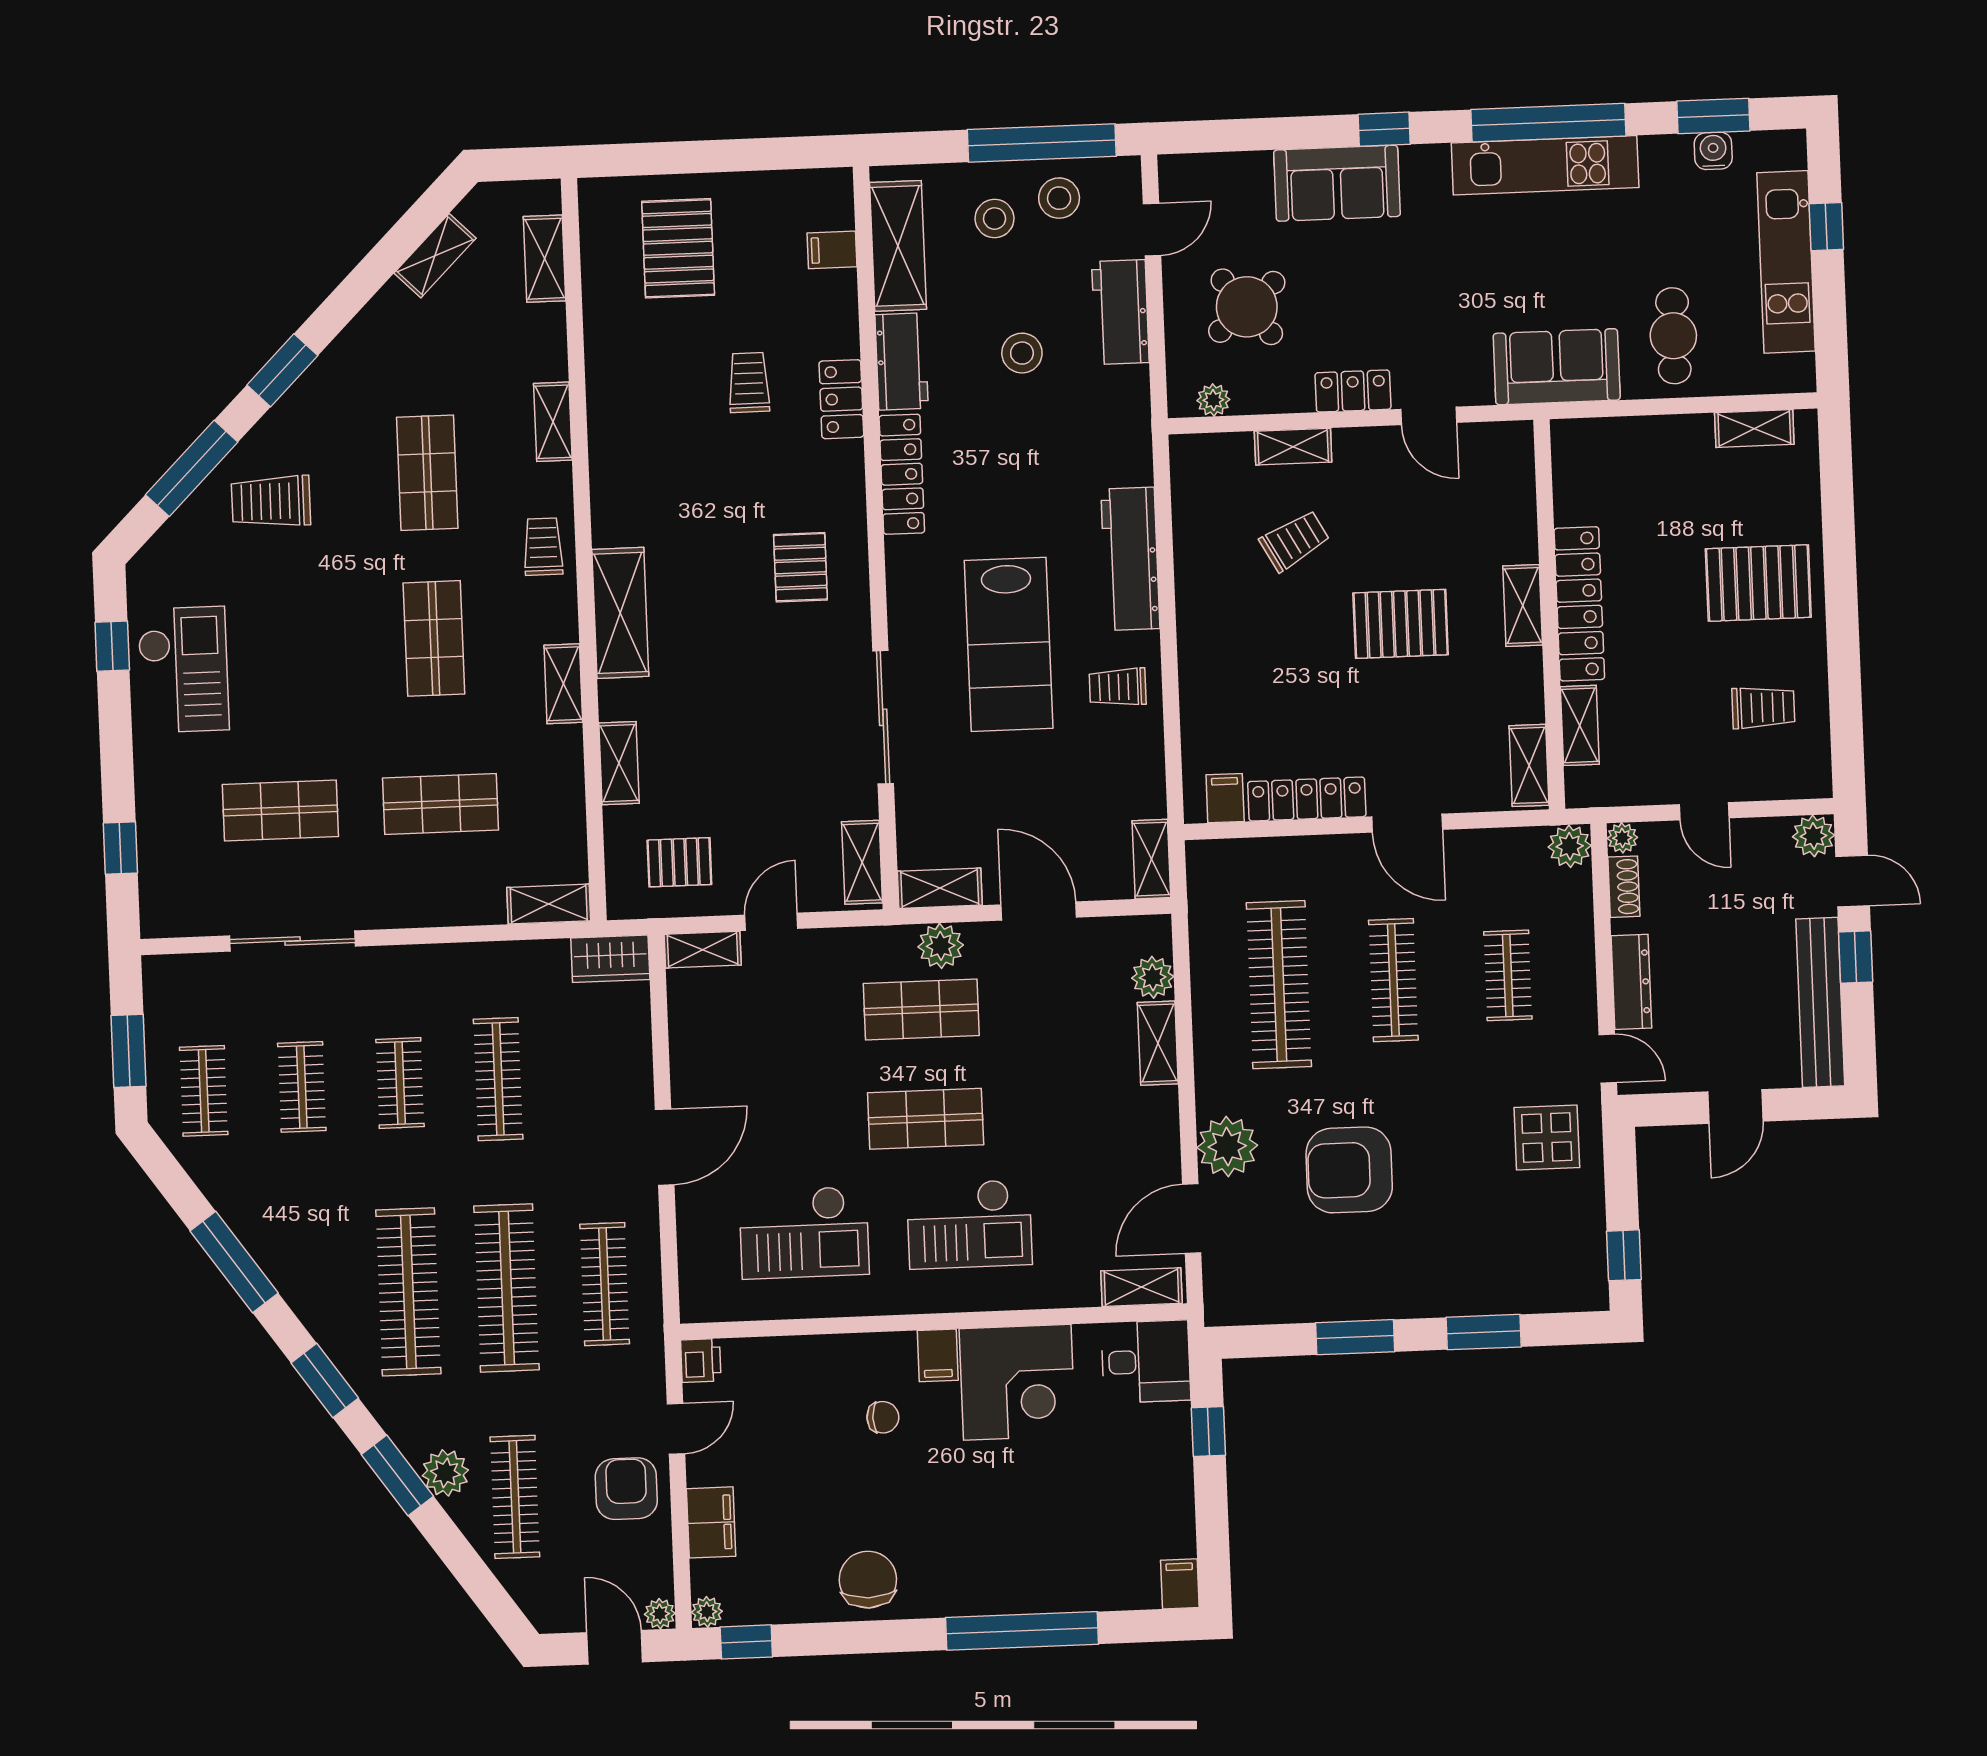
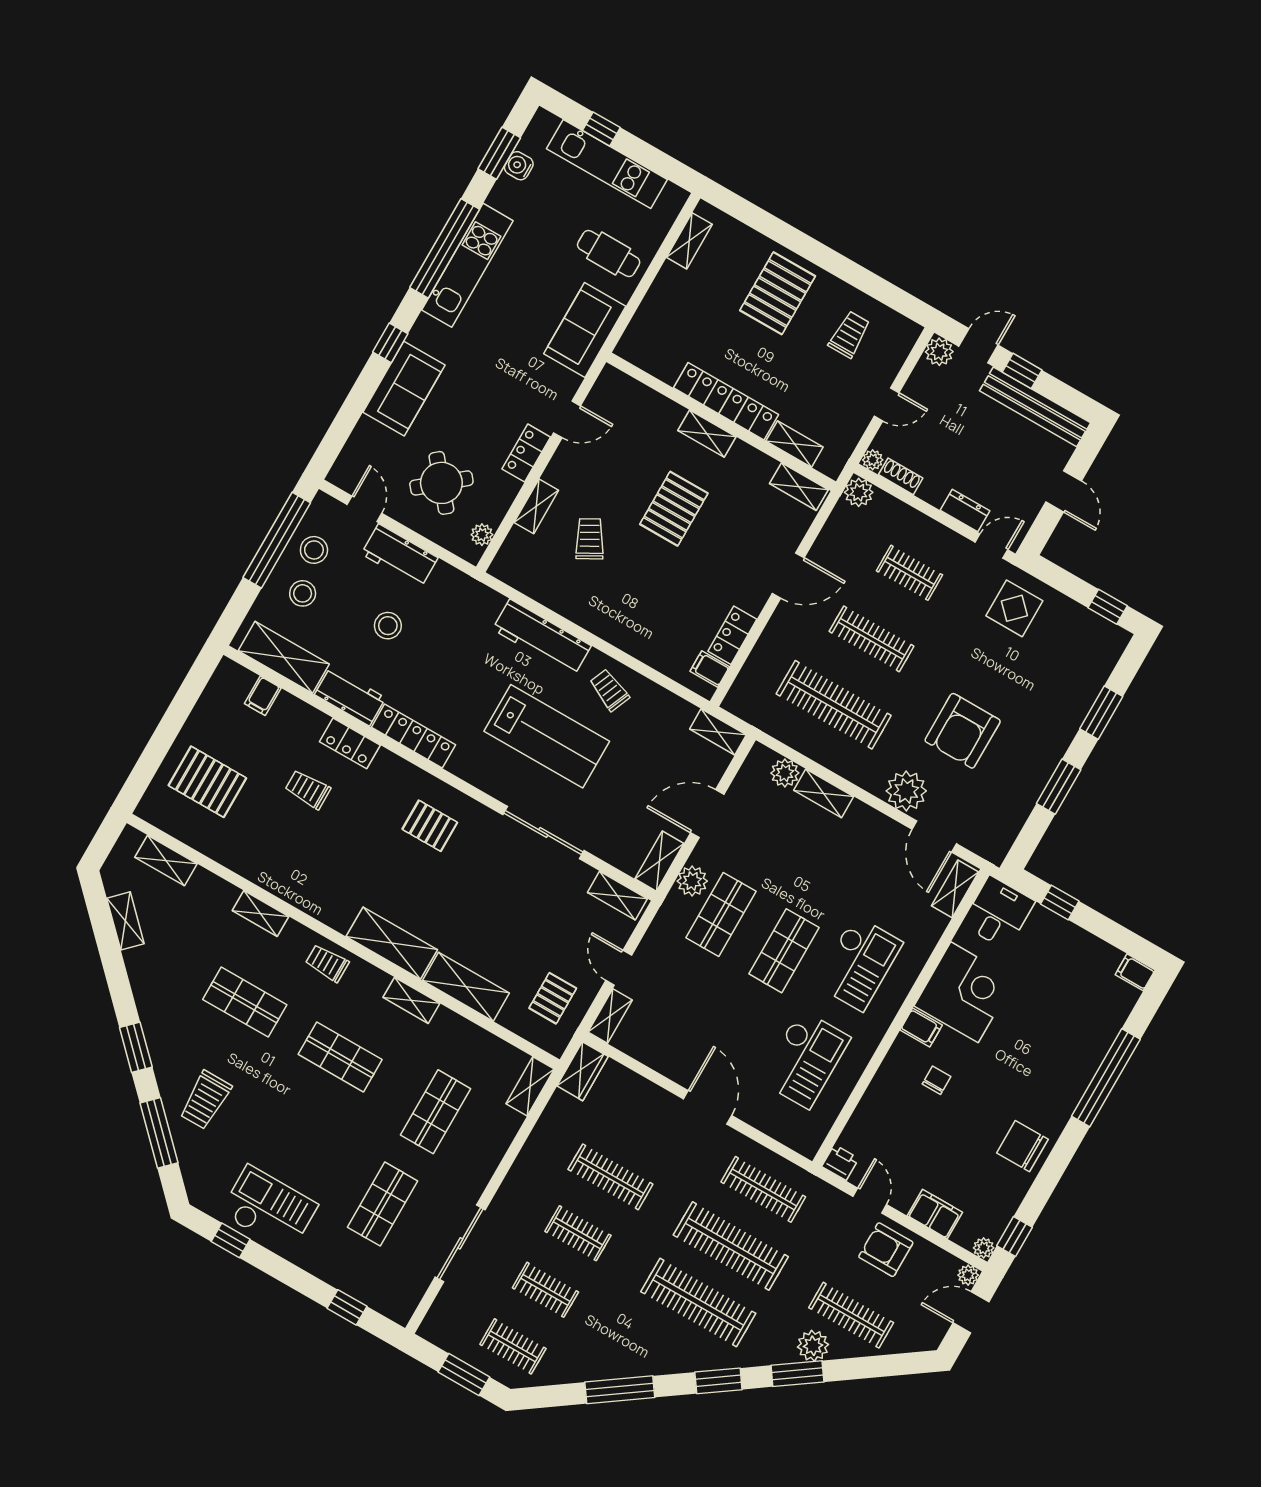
trolley: (1118, 687) -> (609, 690), turned 113
shelving: (619, 763) -> (466, 987), width x1.50, depth x1.33
locker: (1307, 799) -> (732, 635), width x0.66
dresser: (1631, 982) -> (965, 511), width x0.70

